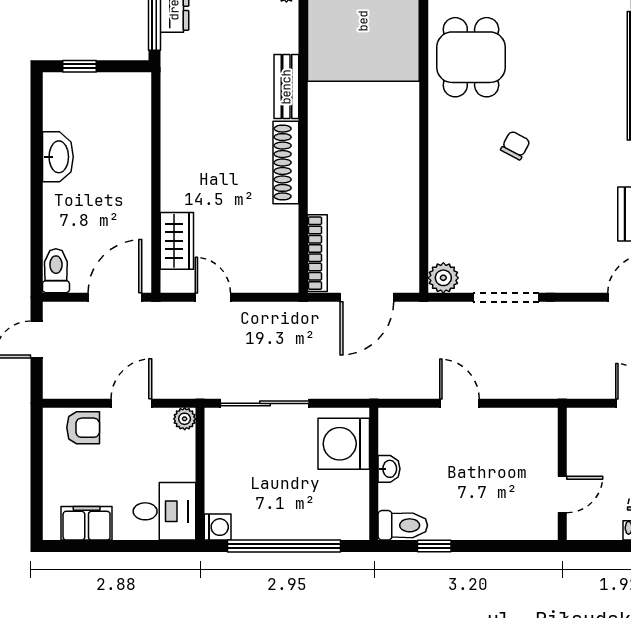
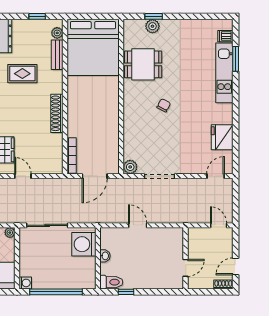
dining table: (471, 57) -> (143, 64), turned 90
rug: (211, 77) -> (22, 74), added
bench: (286, 87) -> (57, 55), moved

